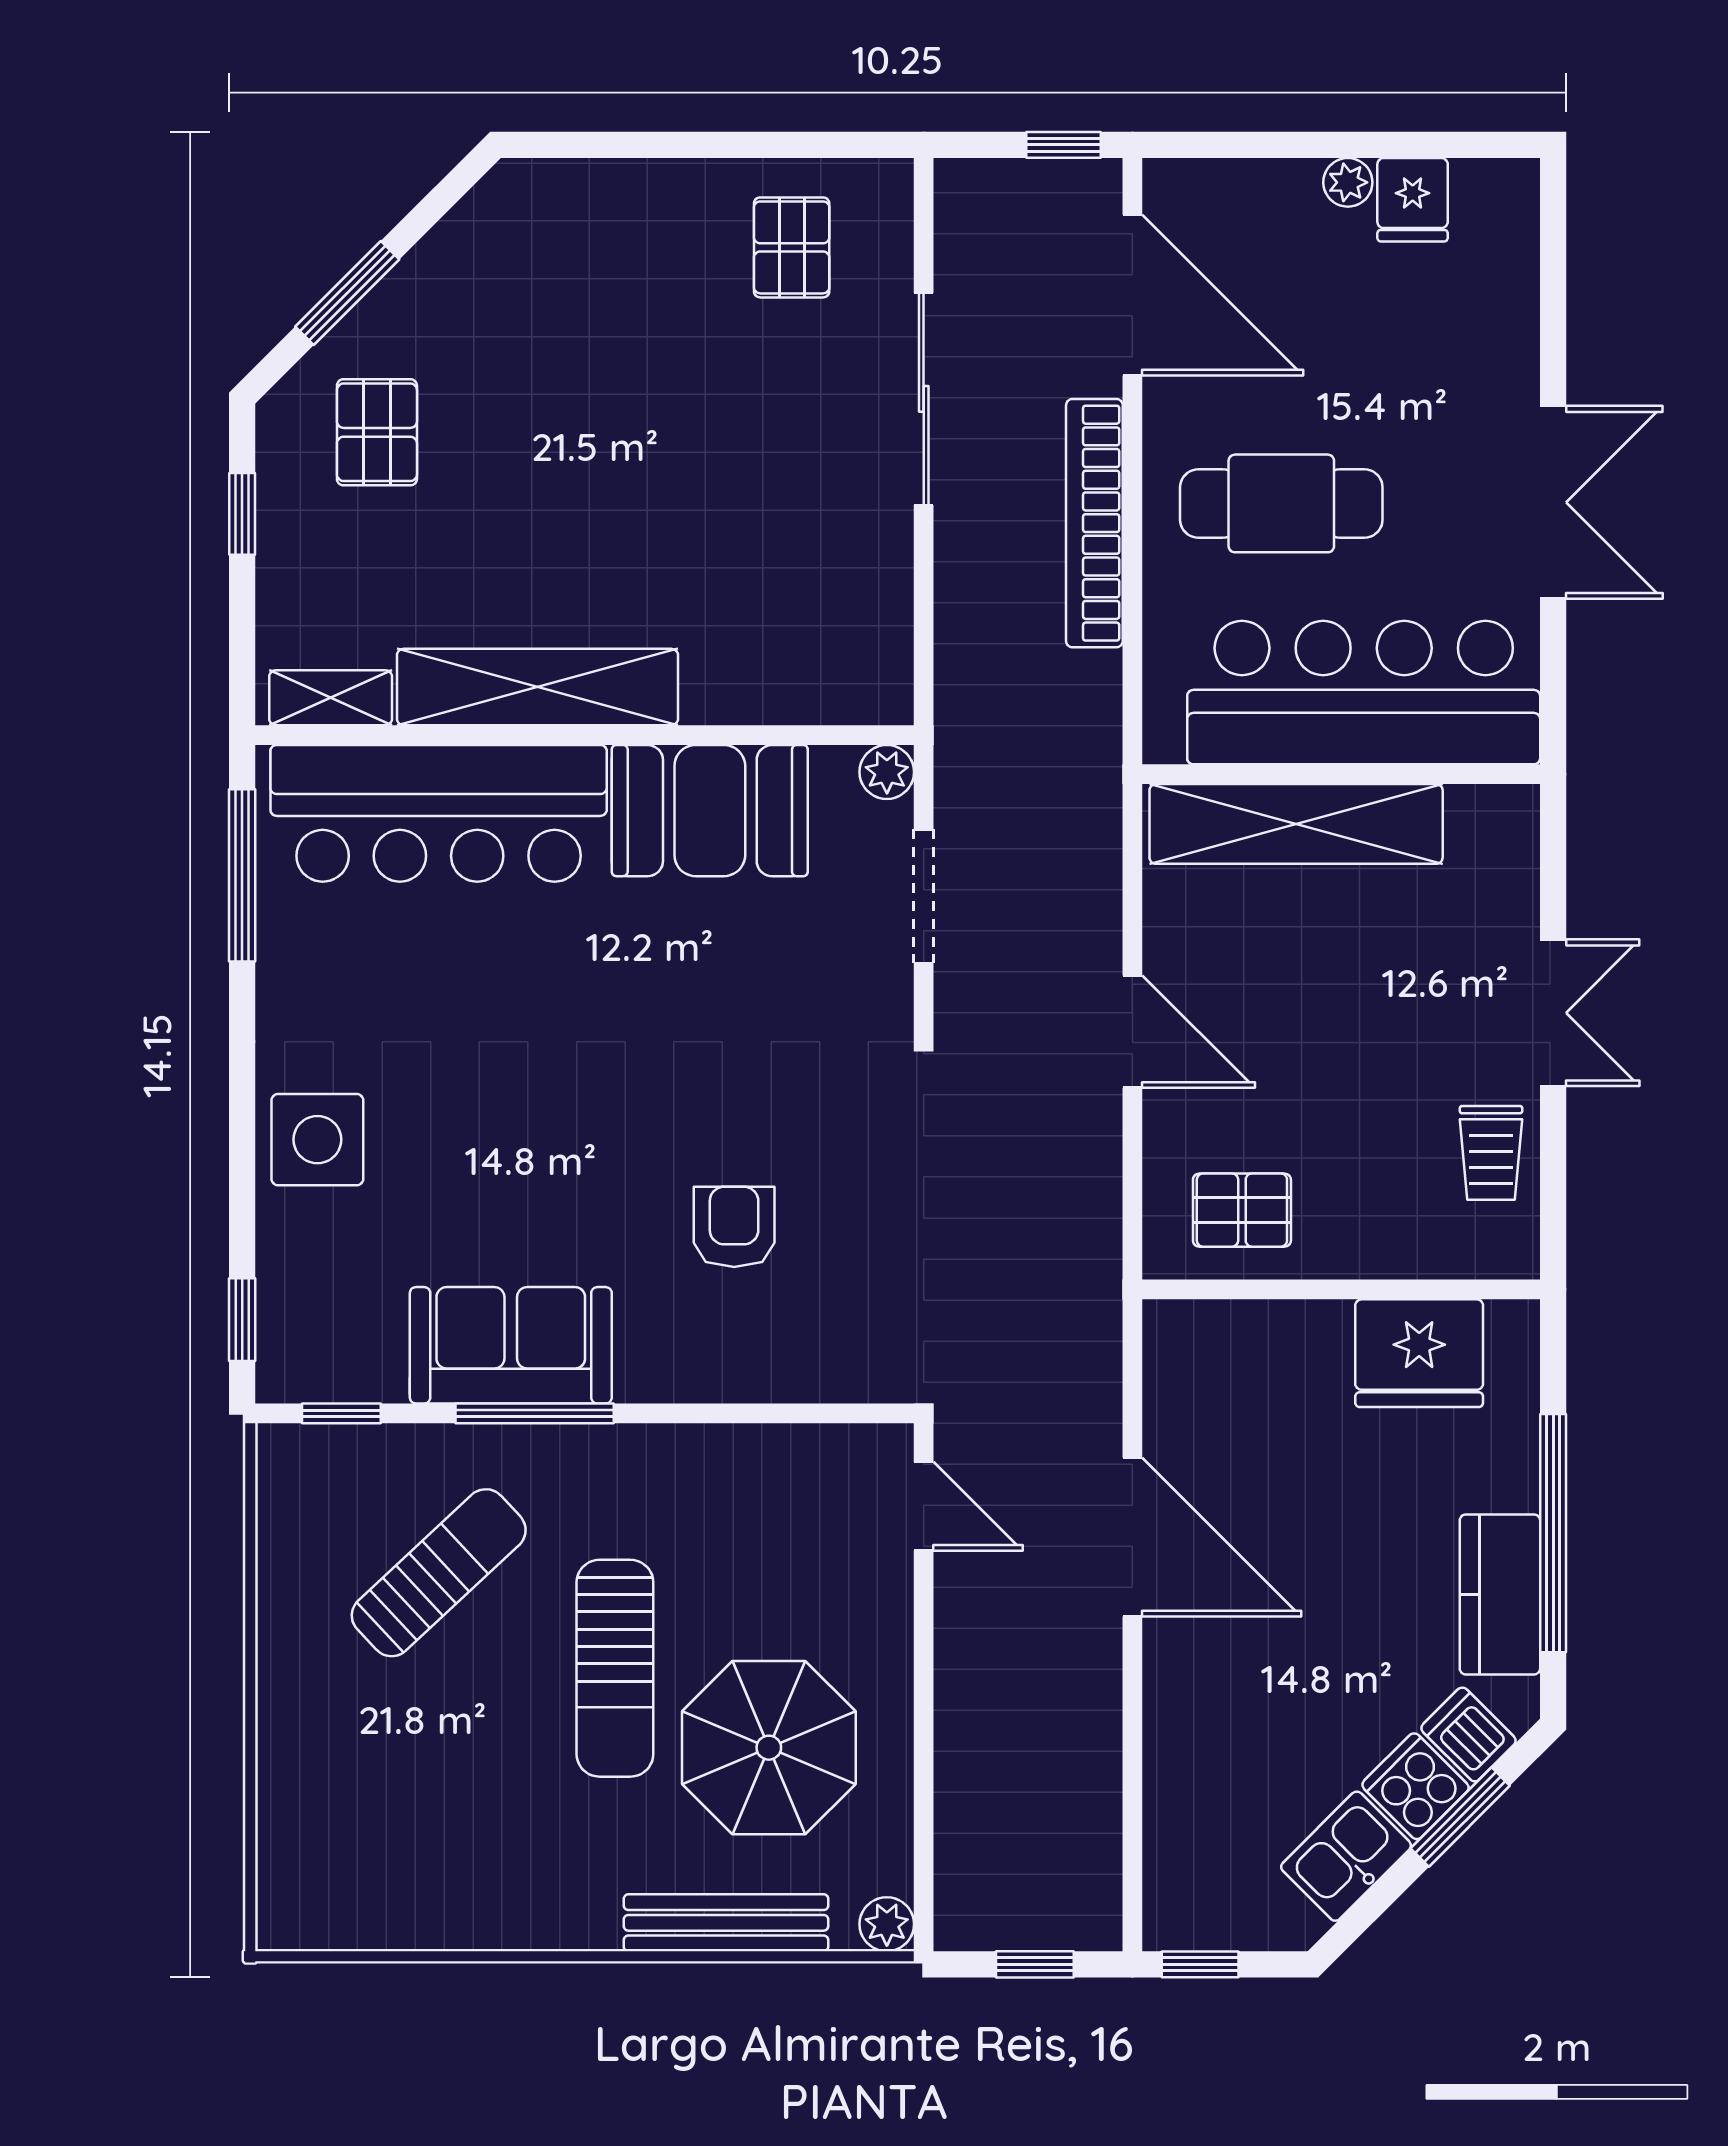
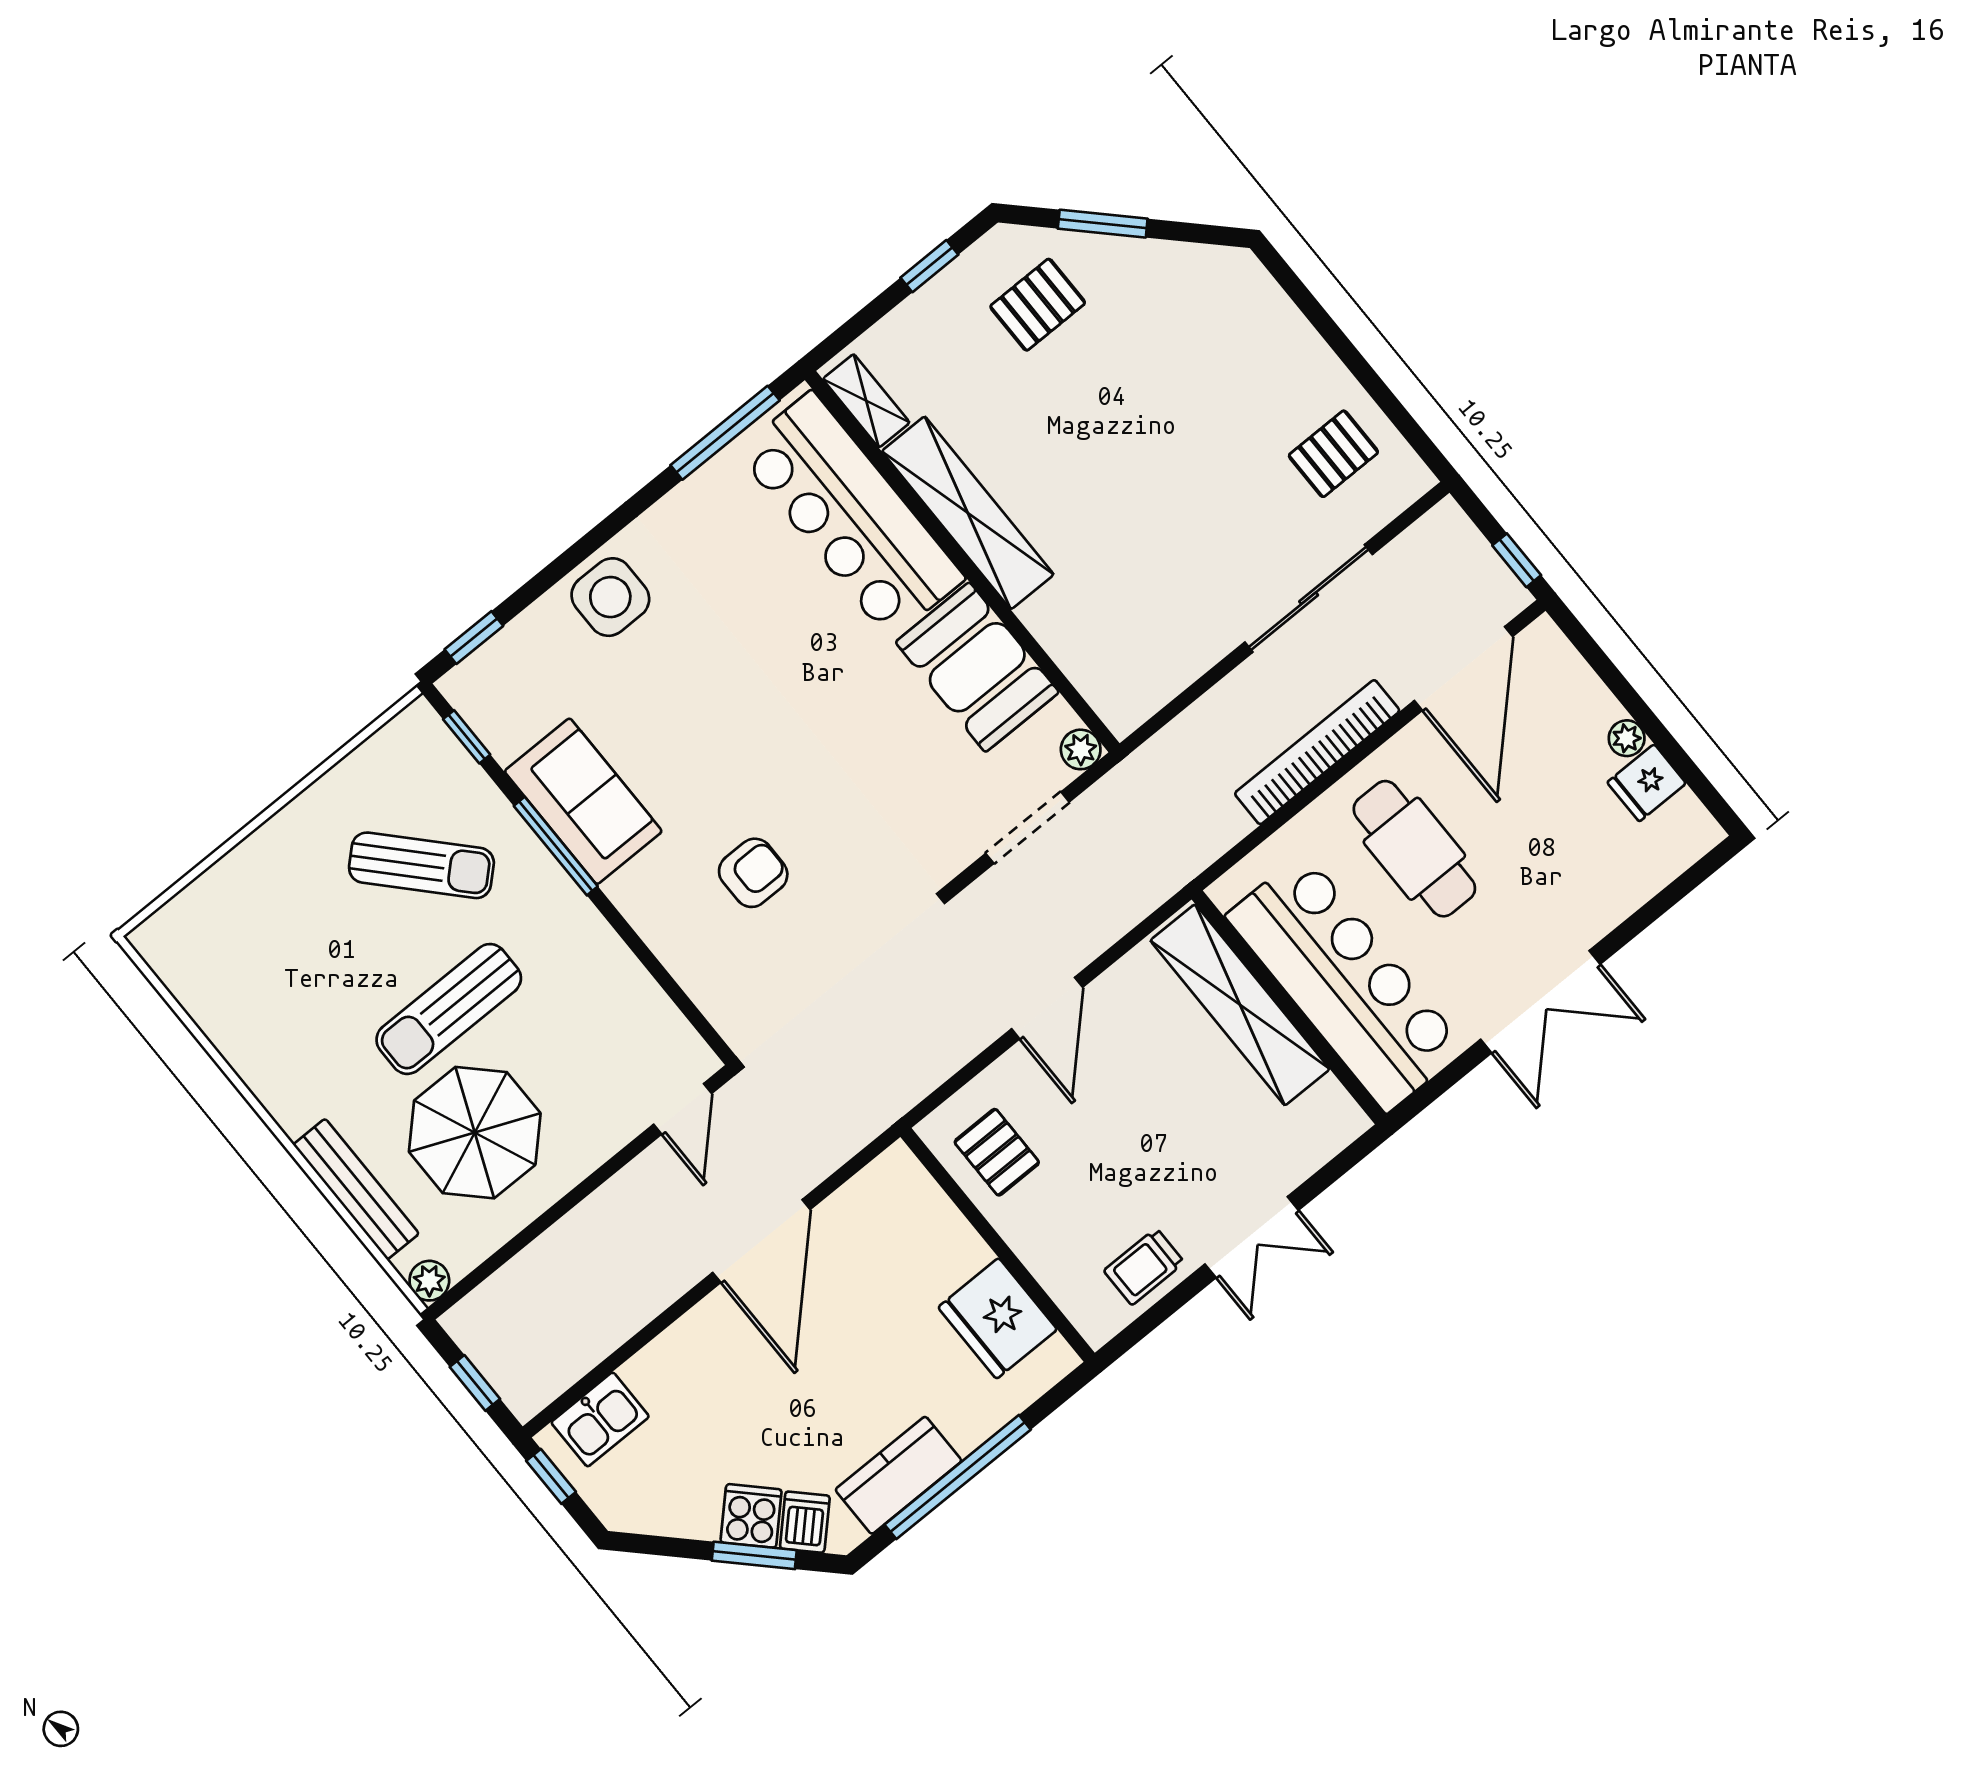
kitchen sink: (1346, 1856) -> (600, 1419), moved, turned 135

